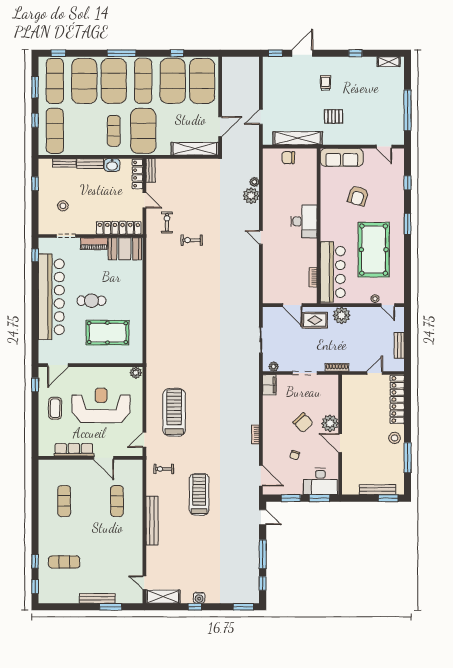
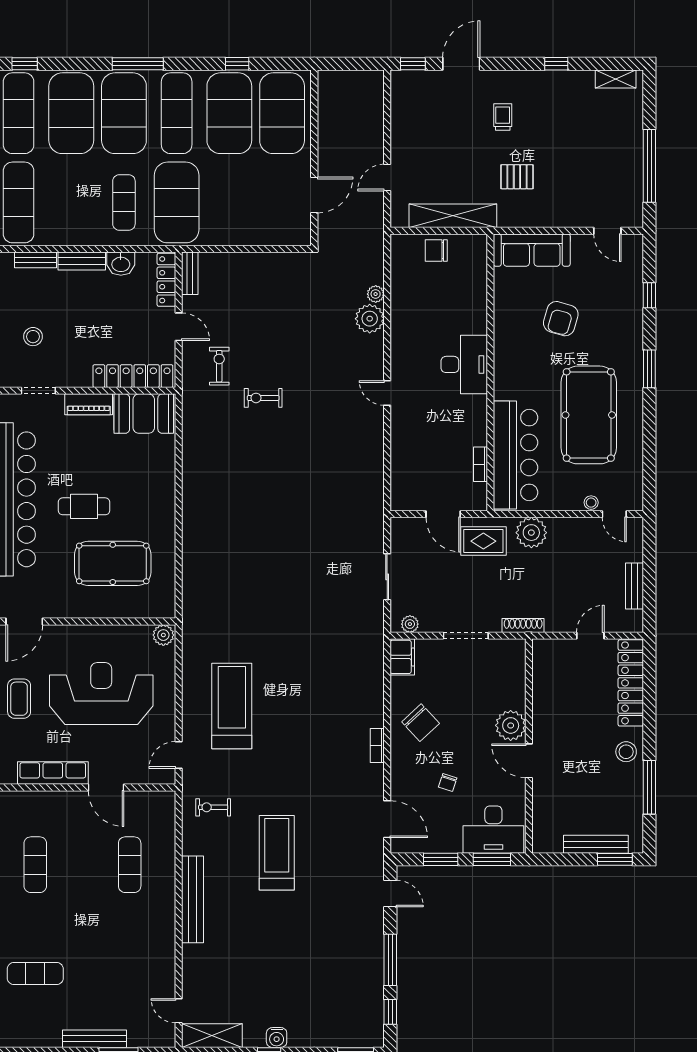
shelving: (195, 149) -> (269, 234), removed
chair: (303, 423) -> (421, 723), moved

